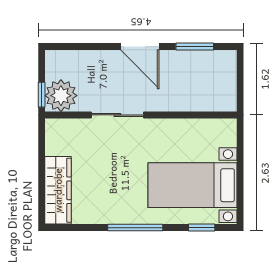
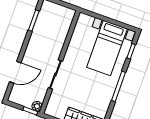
door: (140, 47) -> (15, 72), moved
plant: (61, 96) -> (37, 106), width x0.53, depth x0.53

